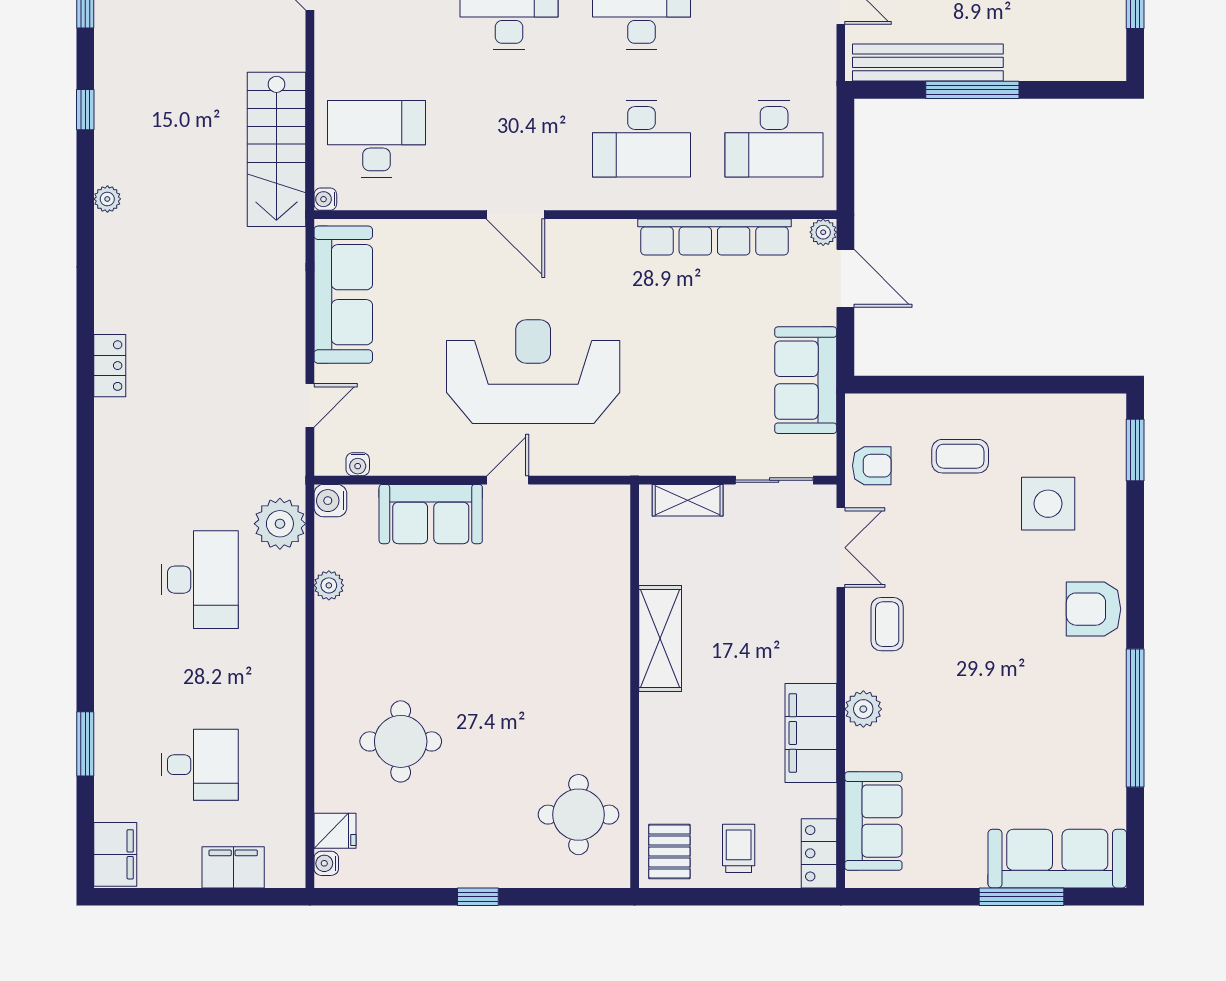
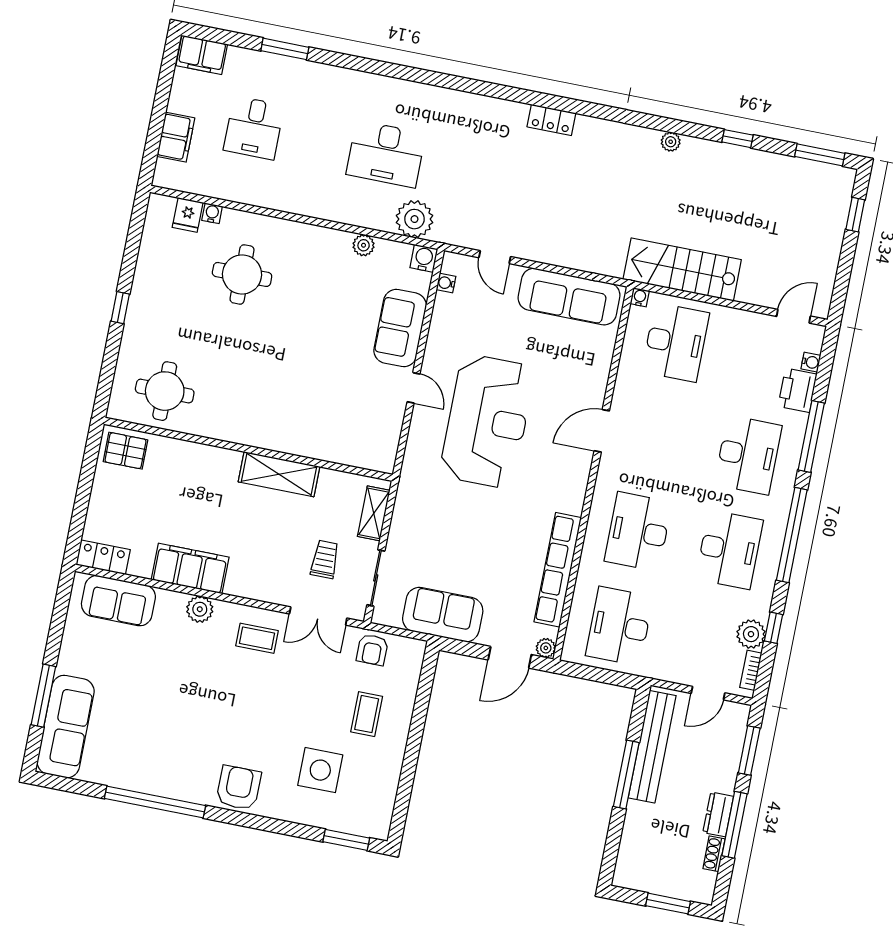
trolley: (739, 848) -> (325, 559), moved, turned -90
water cooler: (326, 863) -> (212, 213), moved

